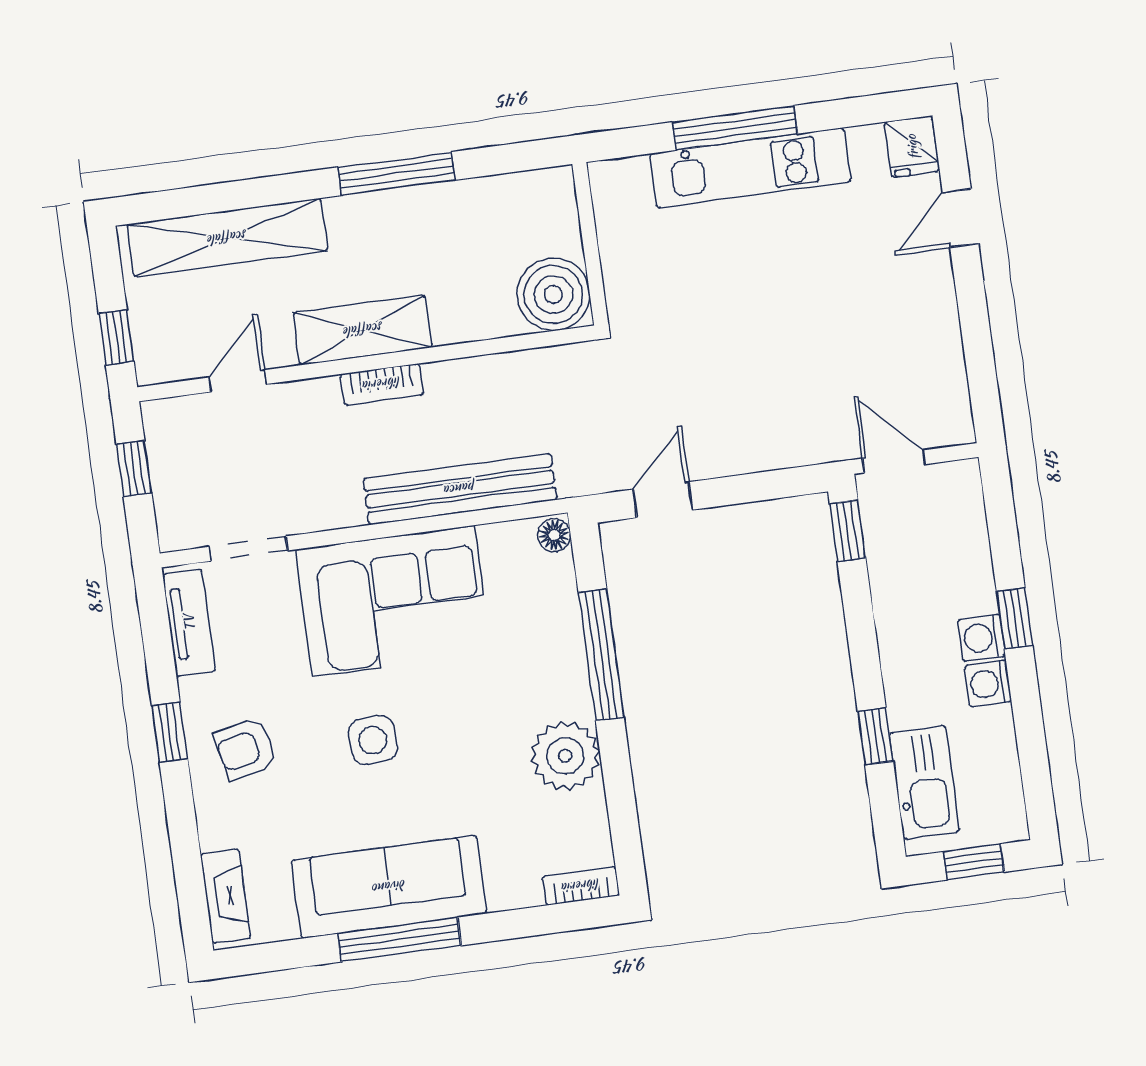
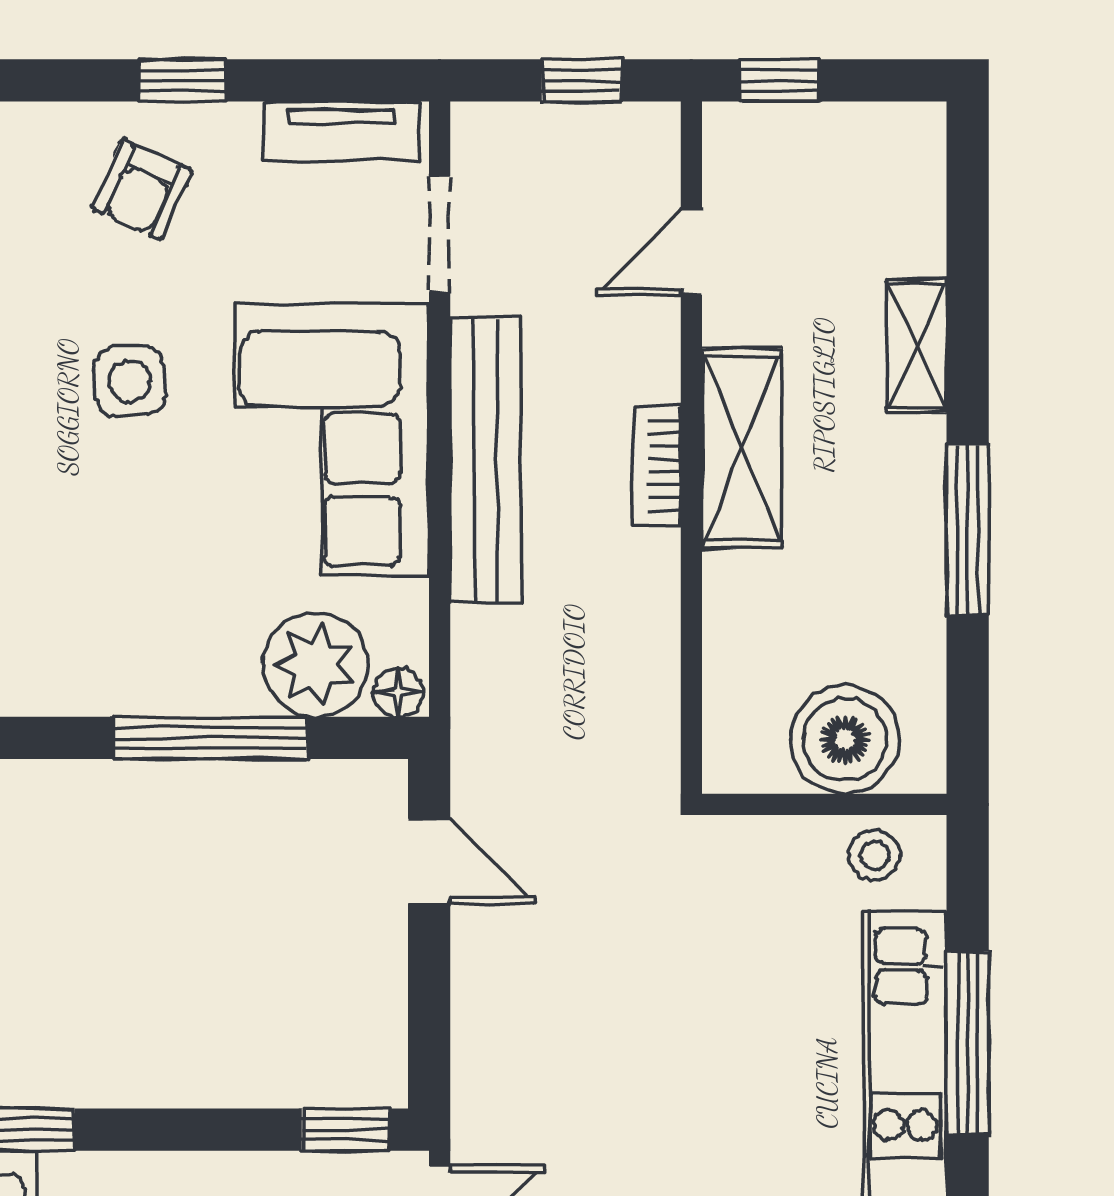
stool: (619, 206) -> (875, 855), added
shelving: (227, 238) -> (917, 346), width x0.45, depth x0.75
boiler: (553, 294) -> (845, 739), moved
door: (238, 381) -> (691, 252), swing flipped
bench: (460, 489) -> (485, 460), moved
armchair: (245, 749) -> (142, 190), turned -144
plant: (565, 756) -> (315, 664), moved

